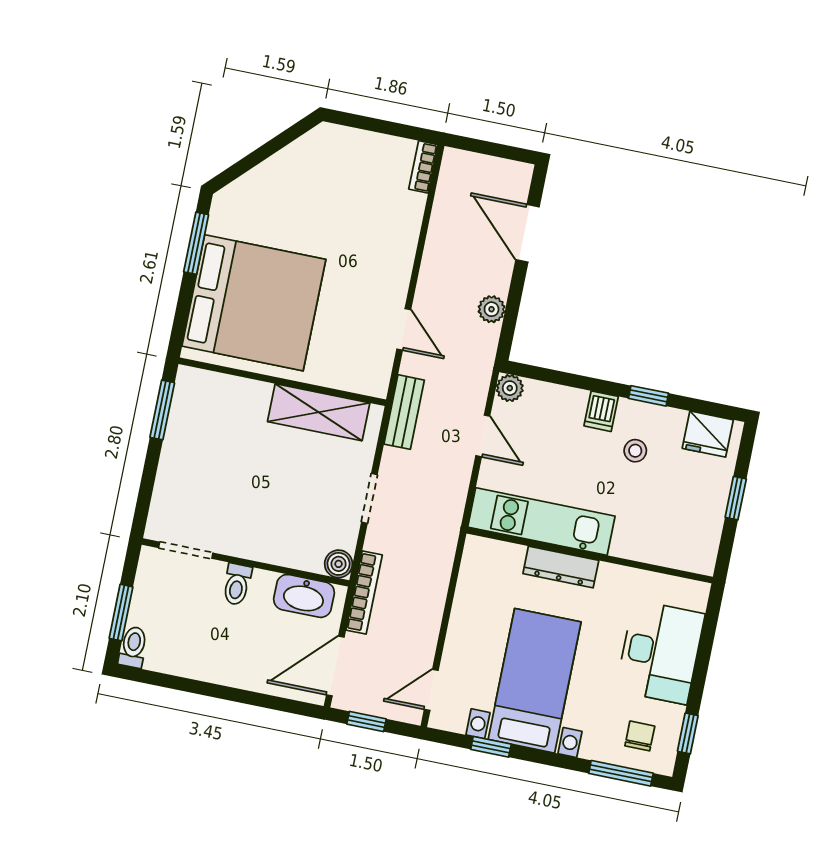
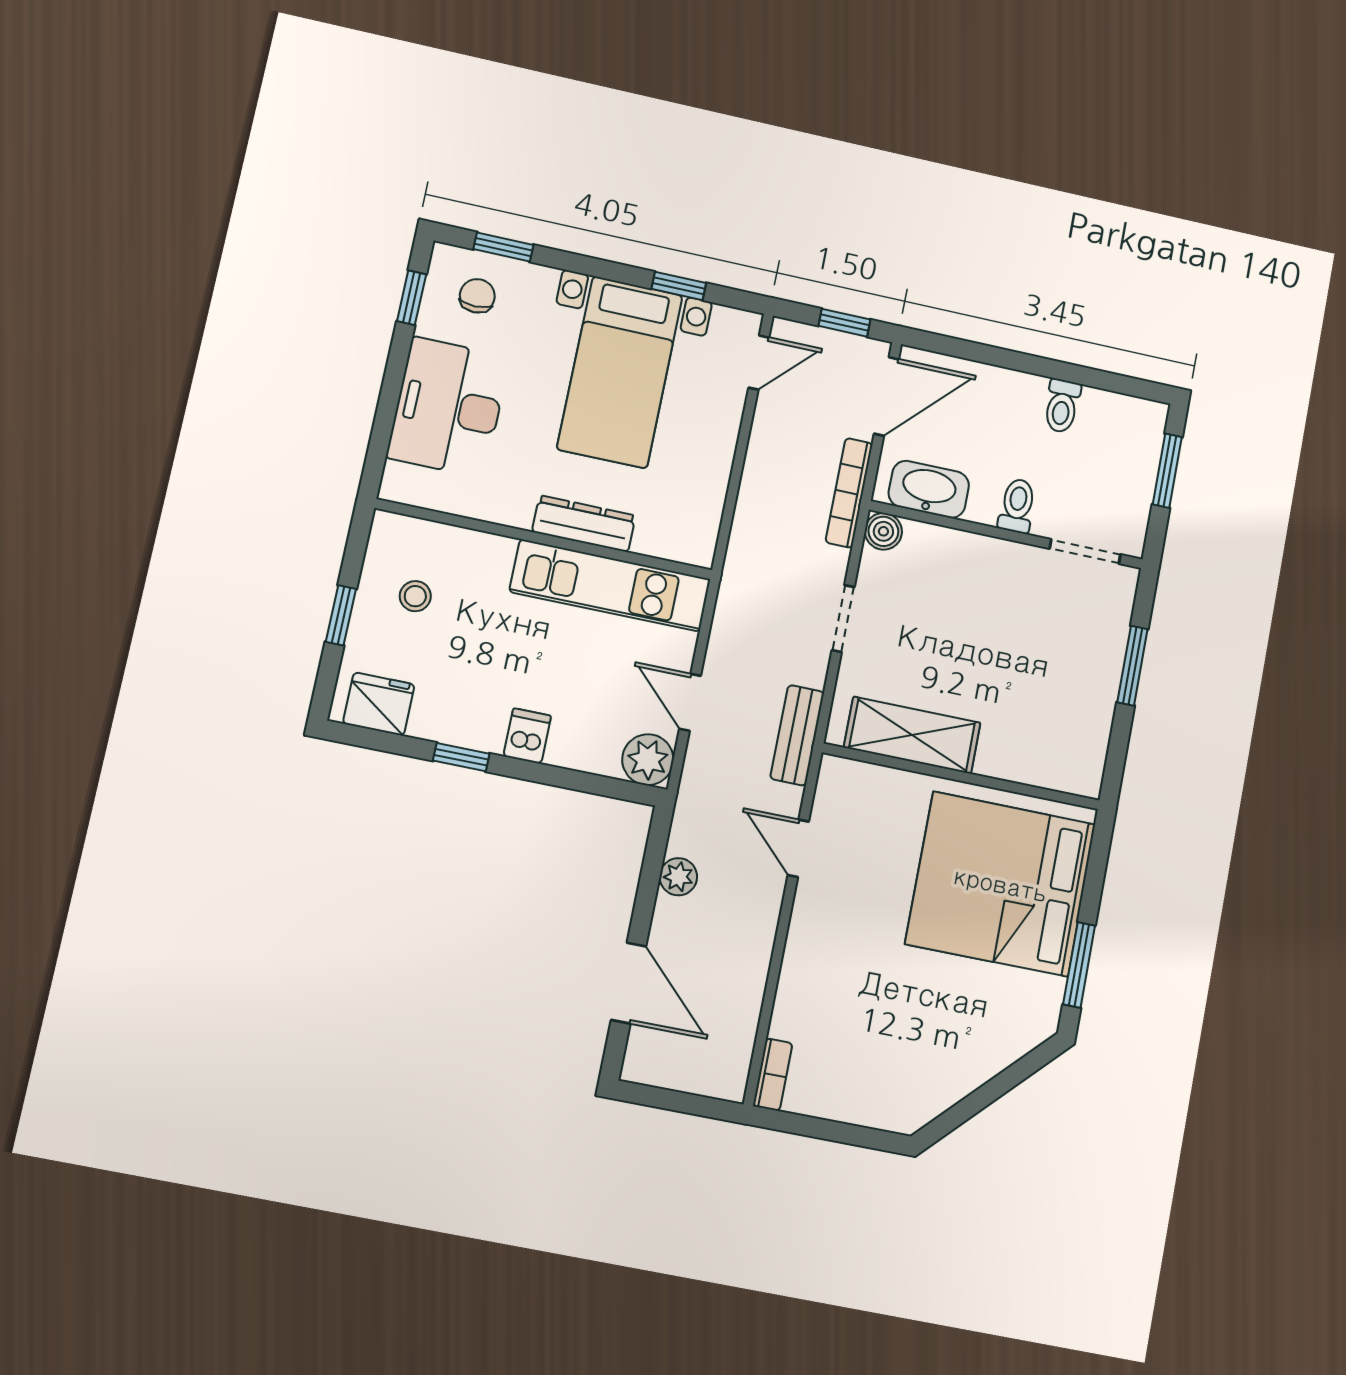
plant: (510, 388) -> (648, 760), width x1.38, depth x1.38
window: (162, 410) -> (1132, 666), moved
stool: (635, 451) -> (415, 596), moved
toilet: (133, 647) -> (1062, 406), moved
chair: (640, 736) -> (477, 296), turned 180
window: (621, 773) -> (503, 247), width x0.67

